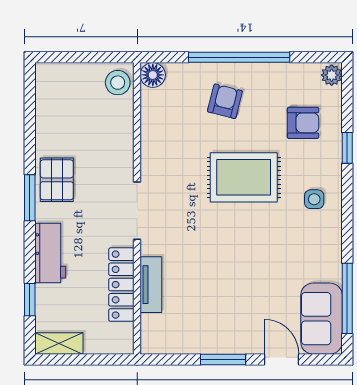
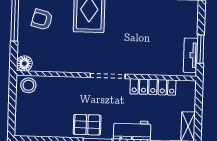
tv unit: (151, 285) -> (190, 55), moved, turned -90
window: (223, 359) -> (200, 49), moved

